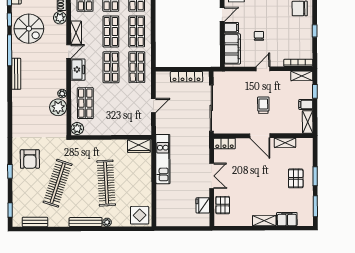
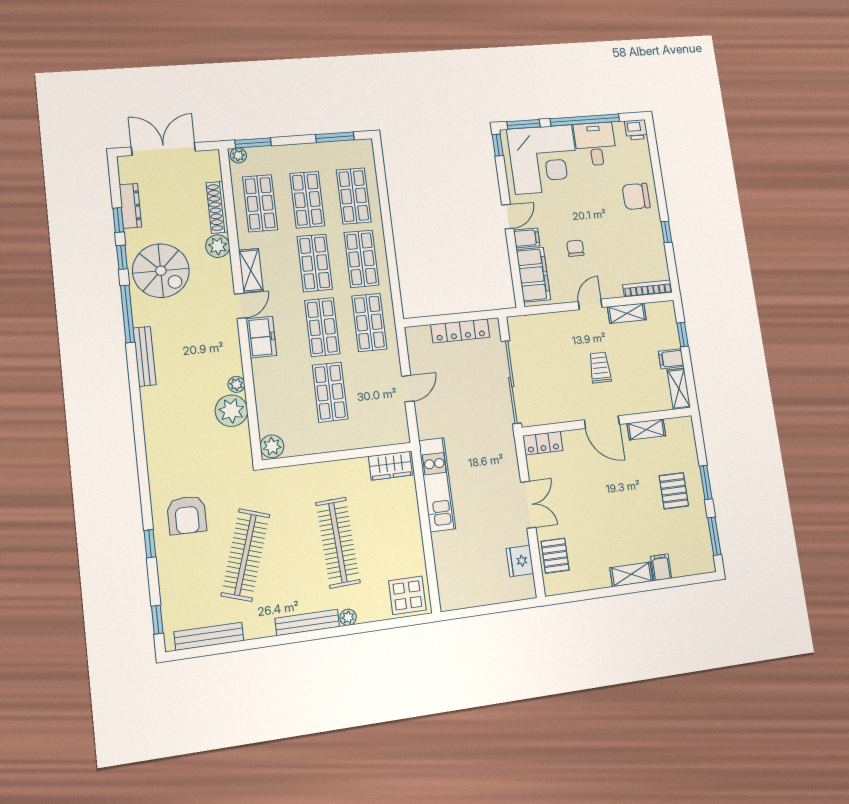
shelving: (302, 76) -> (627, 313), moved
shop shelf: (85, 103) -> (330, 392), moved
filing cabinet: (287, 219) -> (661, 567), width x0.50
bench: (35, 222) -> (209, 636), width x1.36

